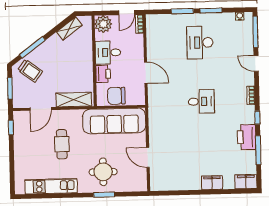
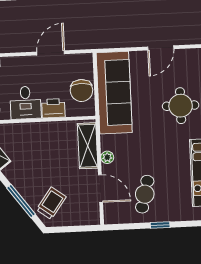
window: (10, 88) -> (75, 229), removed
plant: (65, 115) -> (107, 157), added
window: (11, 127) -> (160, 225), moved
cafe table: (62, 144) -> (145, 194), moved, turned -76

